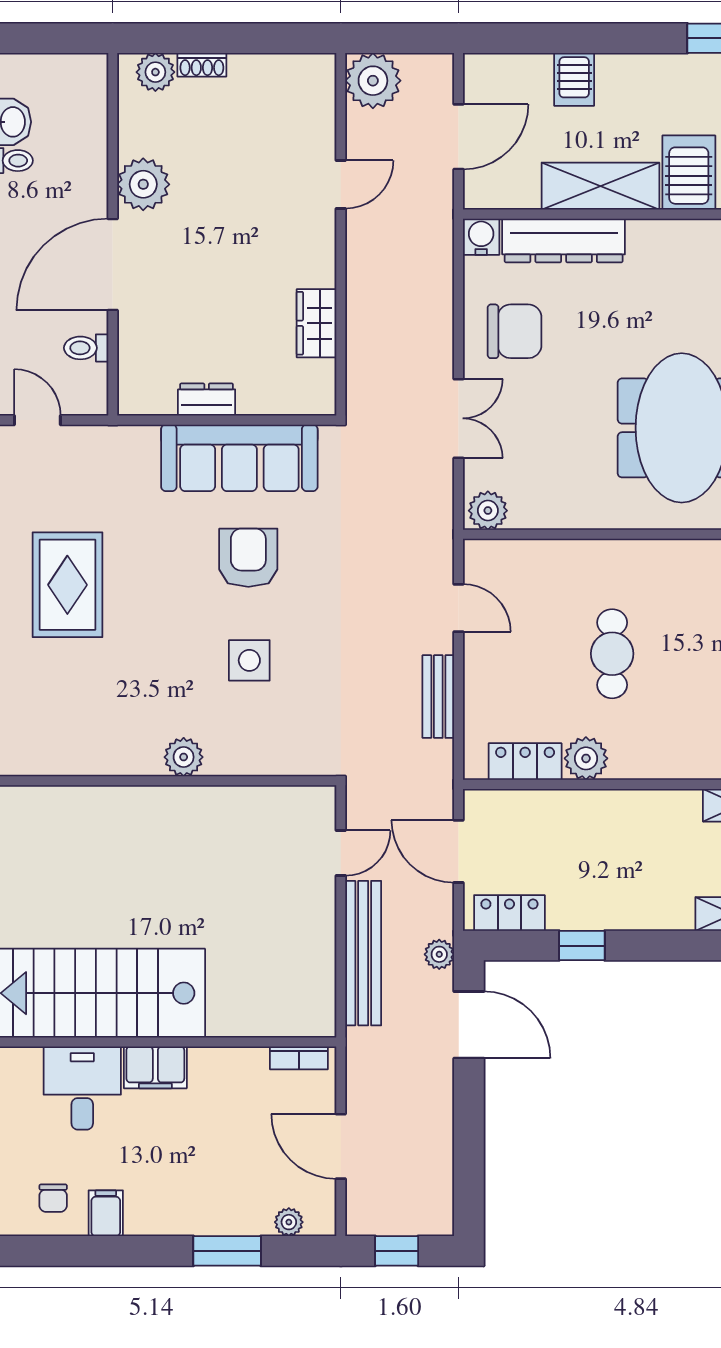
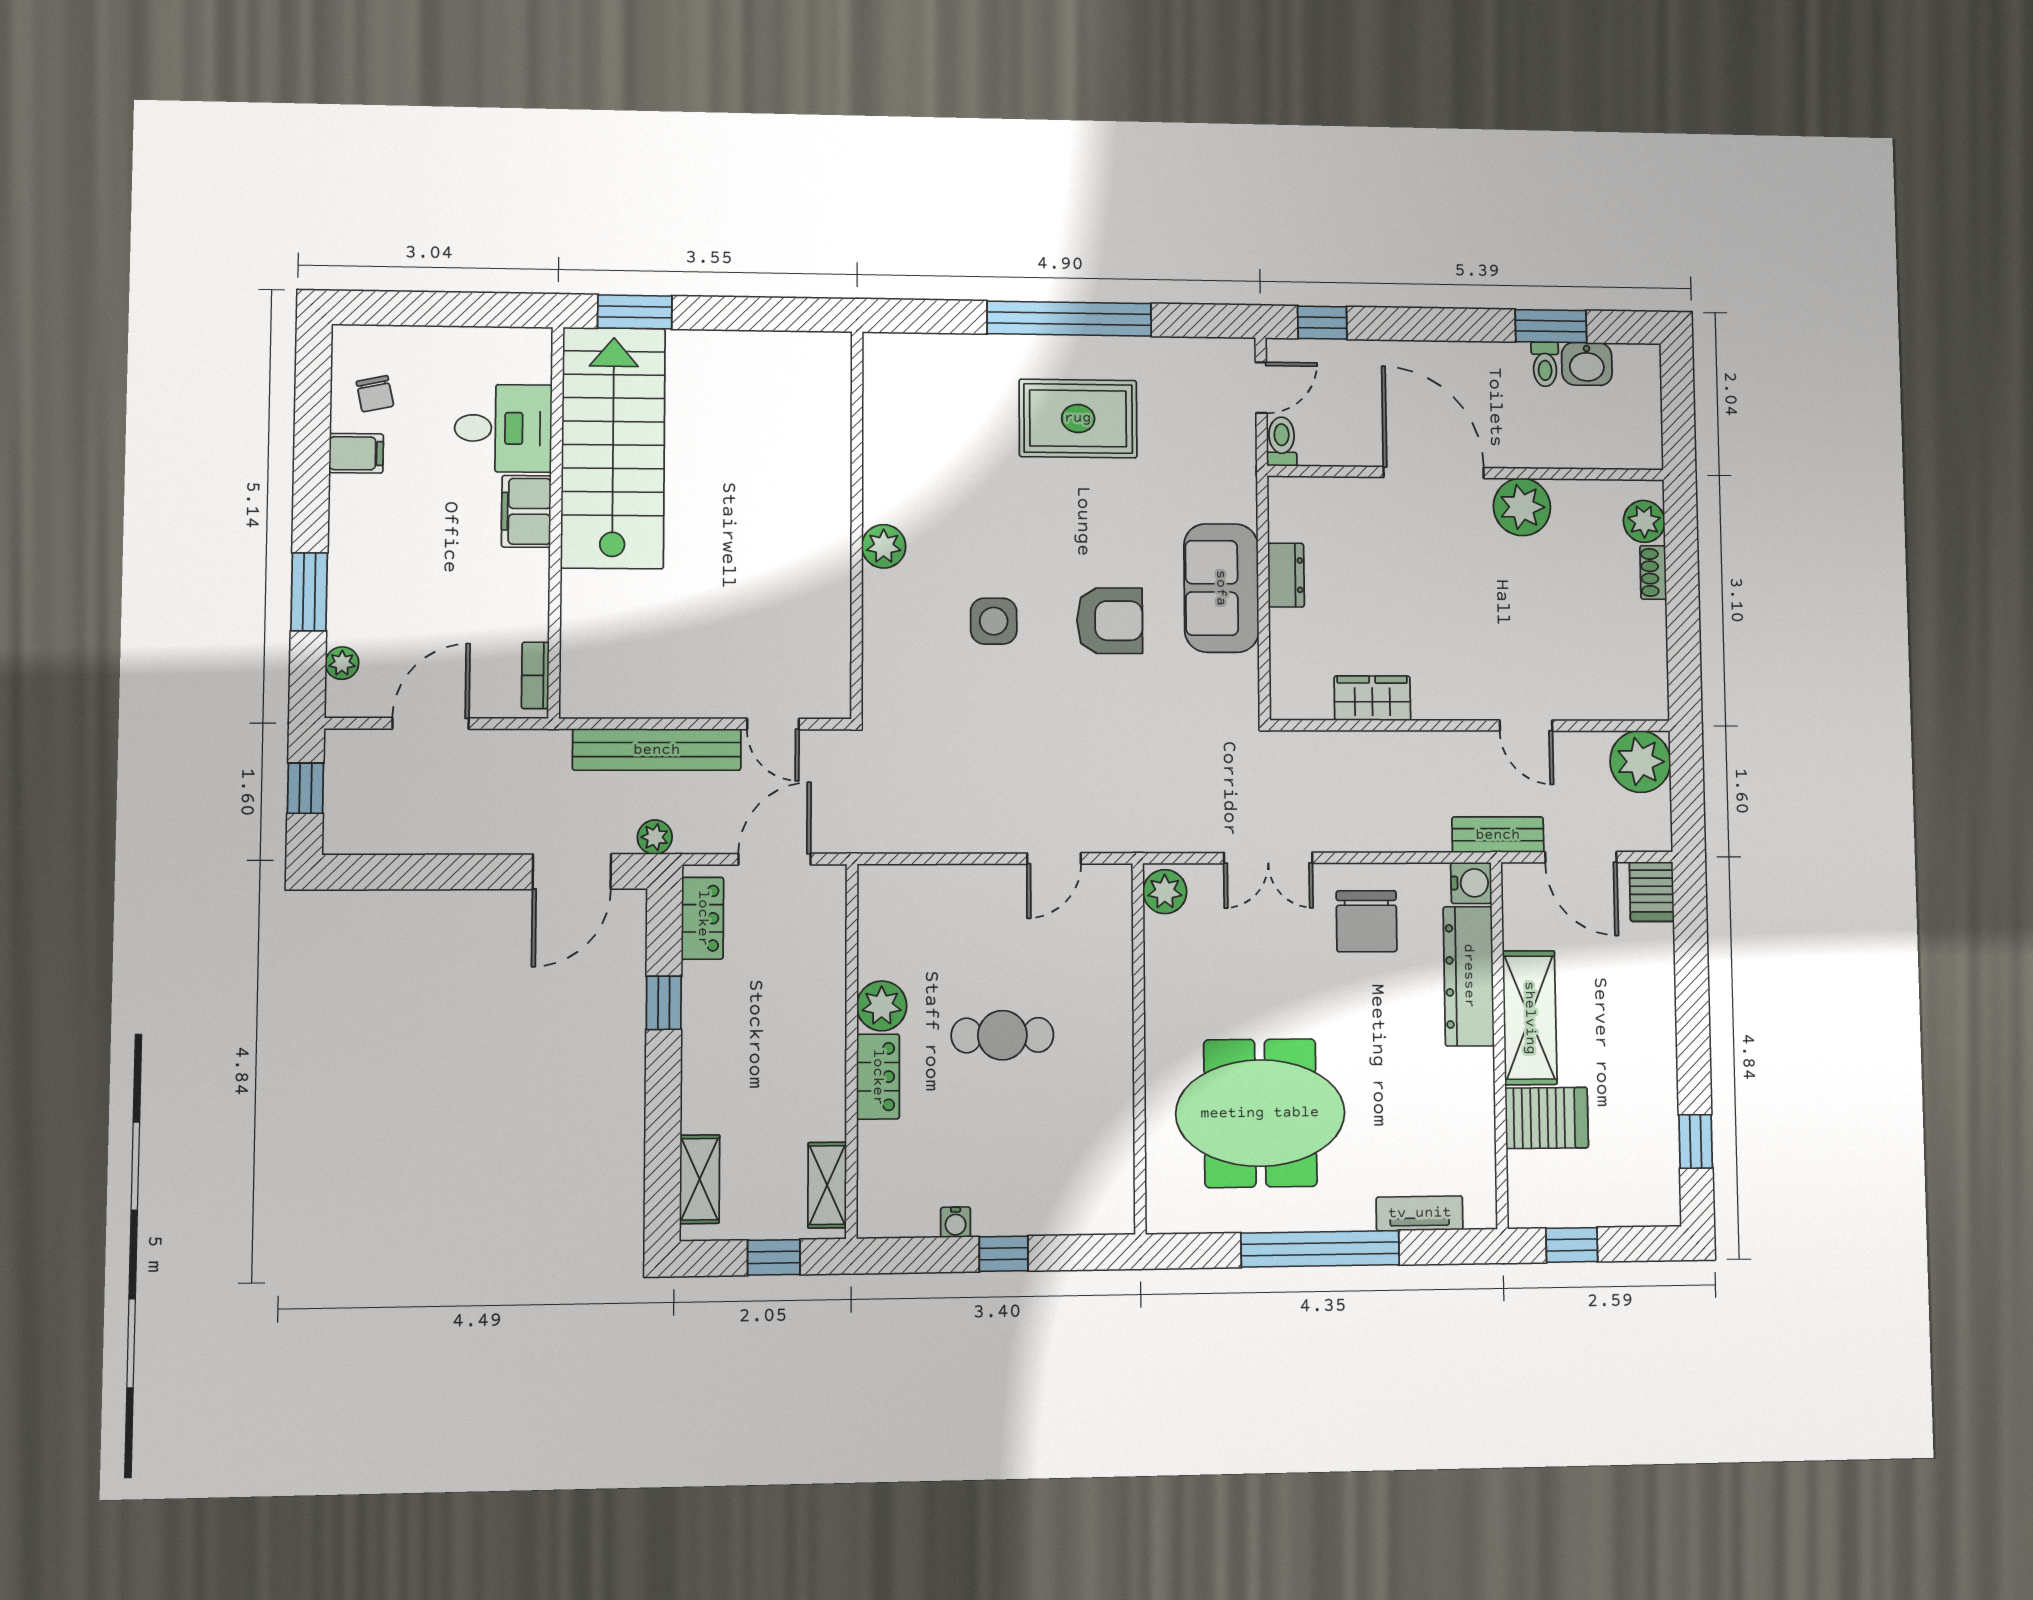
server rack: (574, 79) -> (1652, 892), moved, turned -90
toilet: (86, 348) -> (1282, 442), moved
sofa: (239, 458) -> (1221, 588), width x0.73
bench: (438, 697) -> (1498, 835), moved
locker: (525, 762) -> (878, 1077), moved
chair: (53, 1198) -> (375, 394), turned -102

